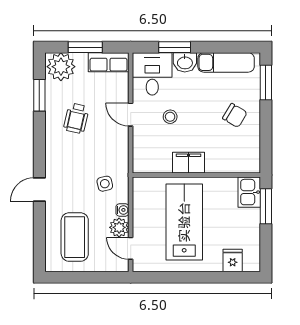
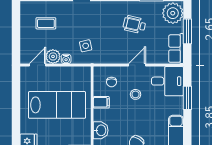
washbasin: (185, 62) -> (101, 130), moved, turned 180
chair: (153, 149) -> (112, 82), added
filing cabinet: (189, 163) -> (101, 102), width x0.50
coffee table: (75, 237) -> (46, 23), width x0.54, depth x0.58

